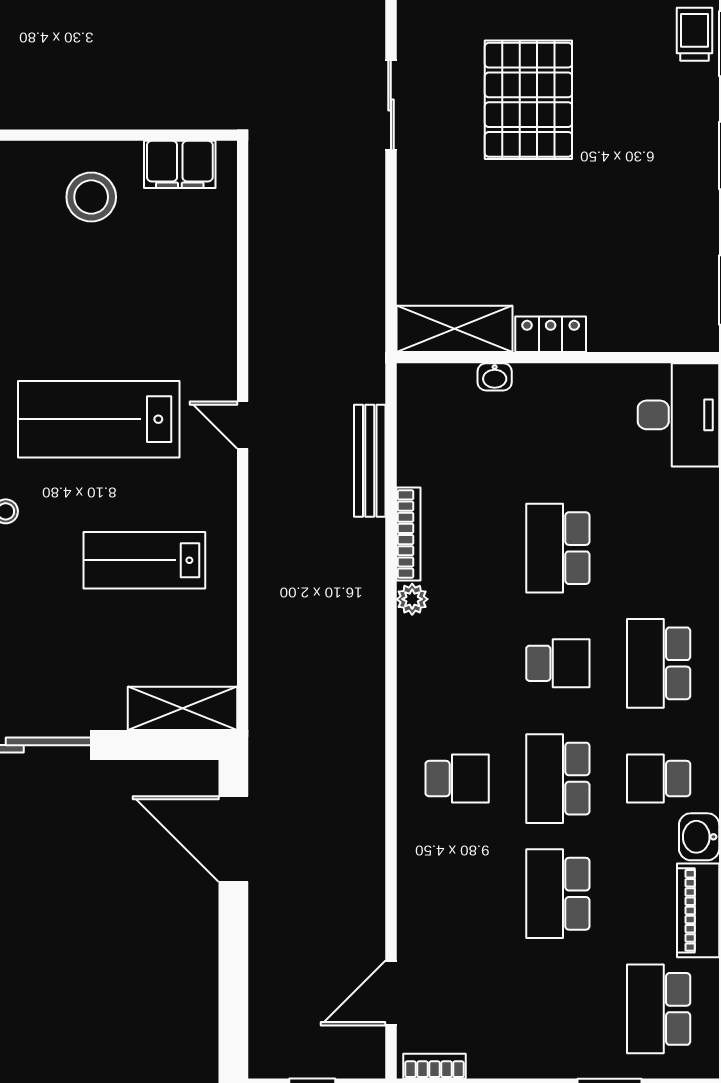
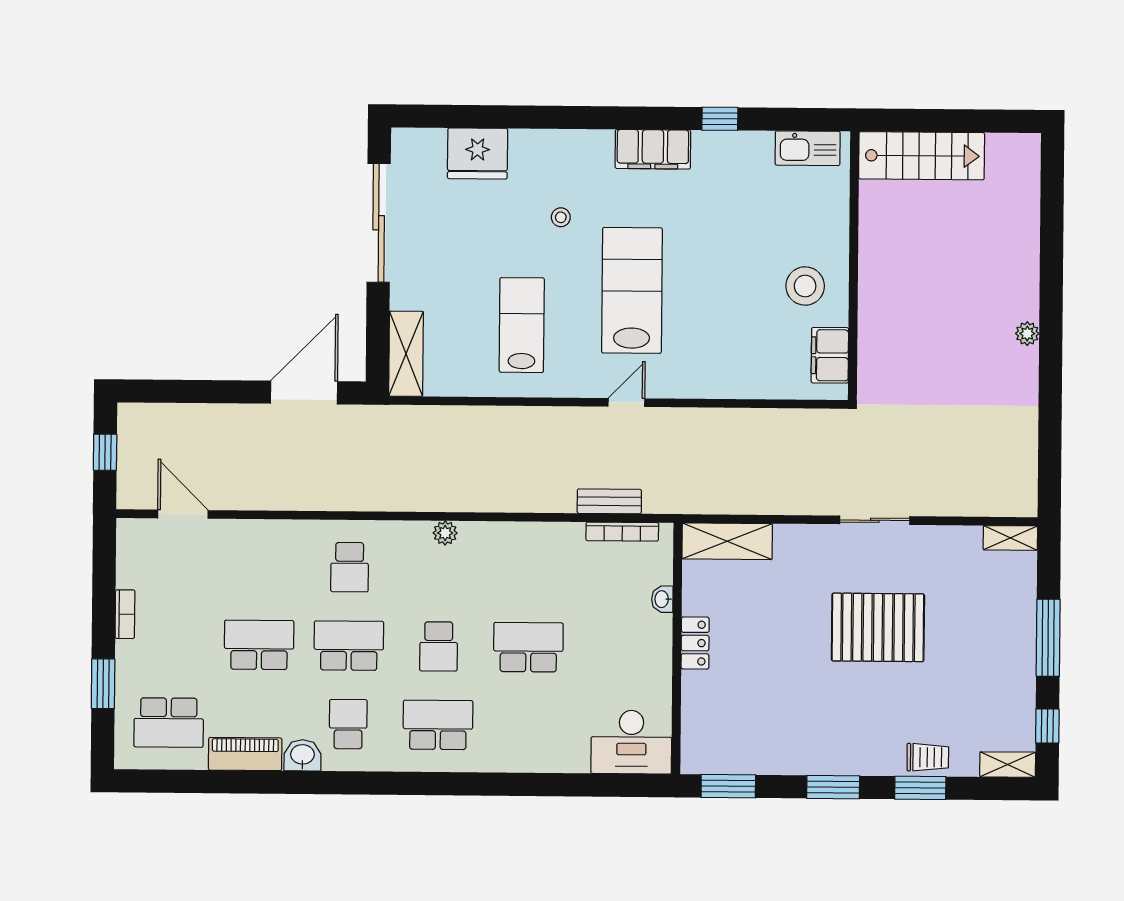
shelving: (454, 329) -> (727, 541), moved, turned 90
bench: (370, 461) -> (609, 501), width x0.73
bookcase: (408, 534) -> (622, 532), moved
plant: (412, 599) -> (445, 533), moved
school desk: (659, 1009) -> (169, 723), turned 180
bookcase: (435, 1066) -> (125, 614), moved

